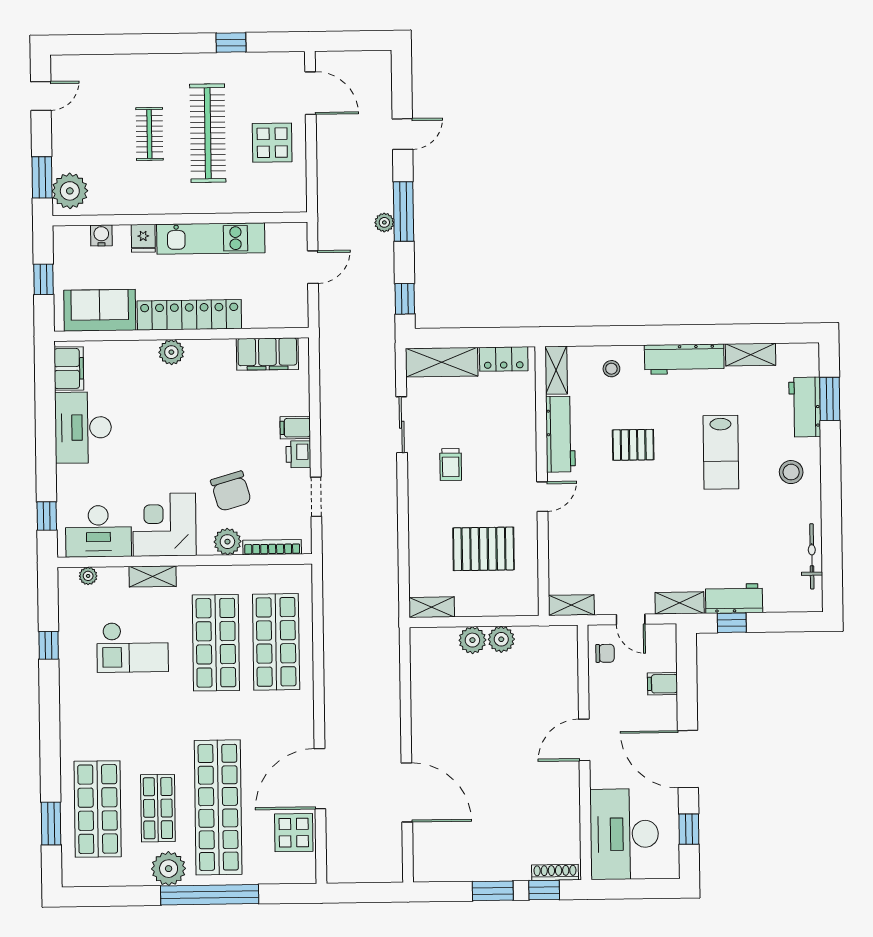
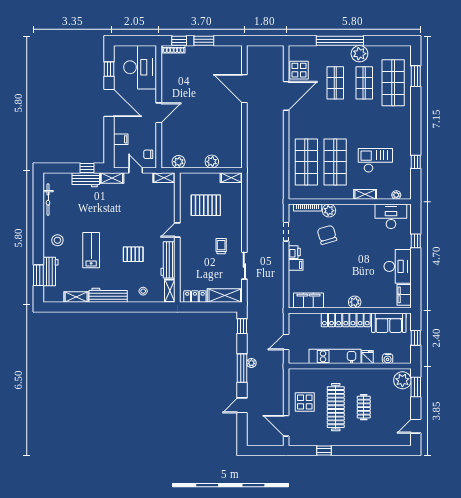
window: (47, 516) -> (416, 241), moved
corner desk: (164, 525) -> (359, 219), removed
plant: (501, 639) -> (179, 162), moved
shop shelf: (218, 807) -> (335, 83), width x0.50, depth x0.74

